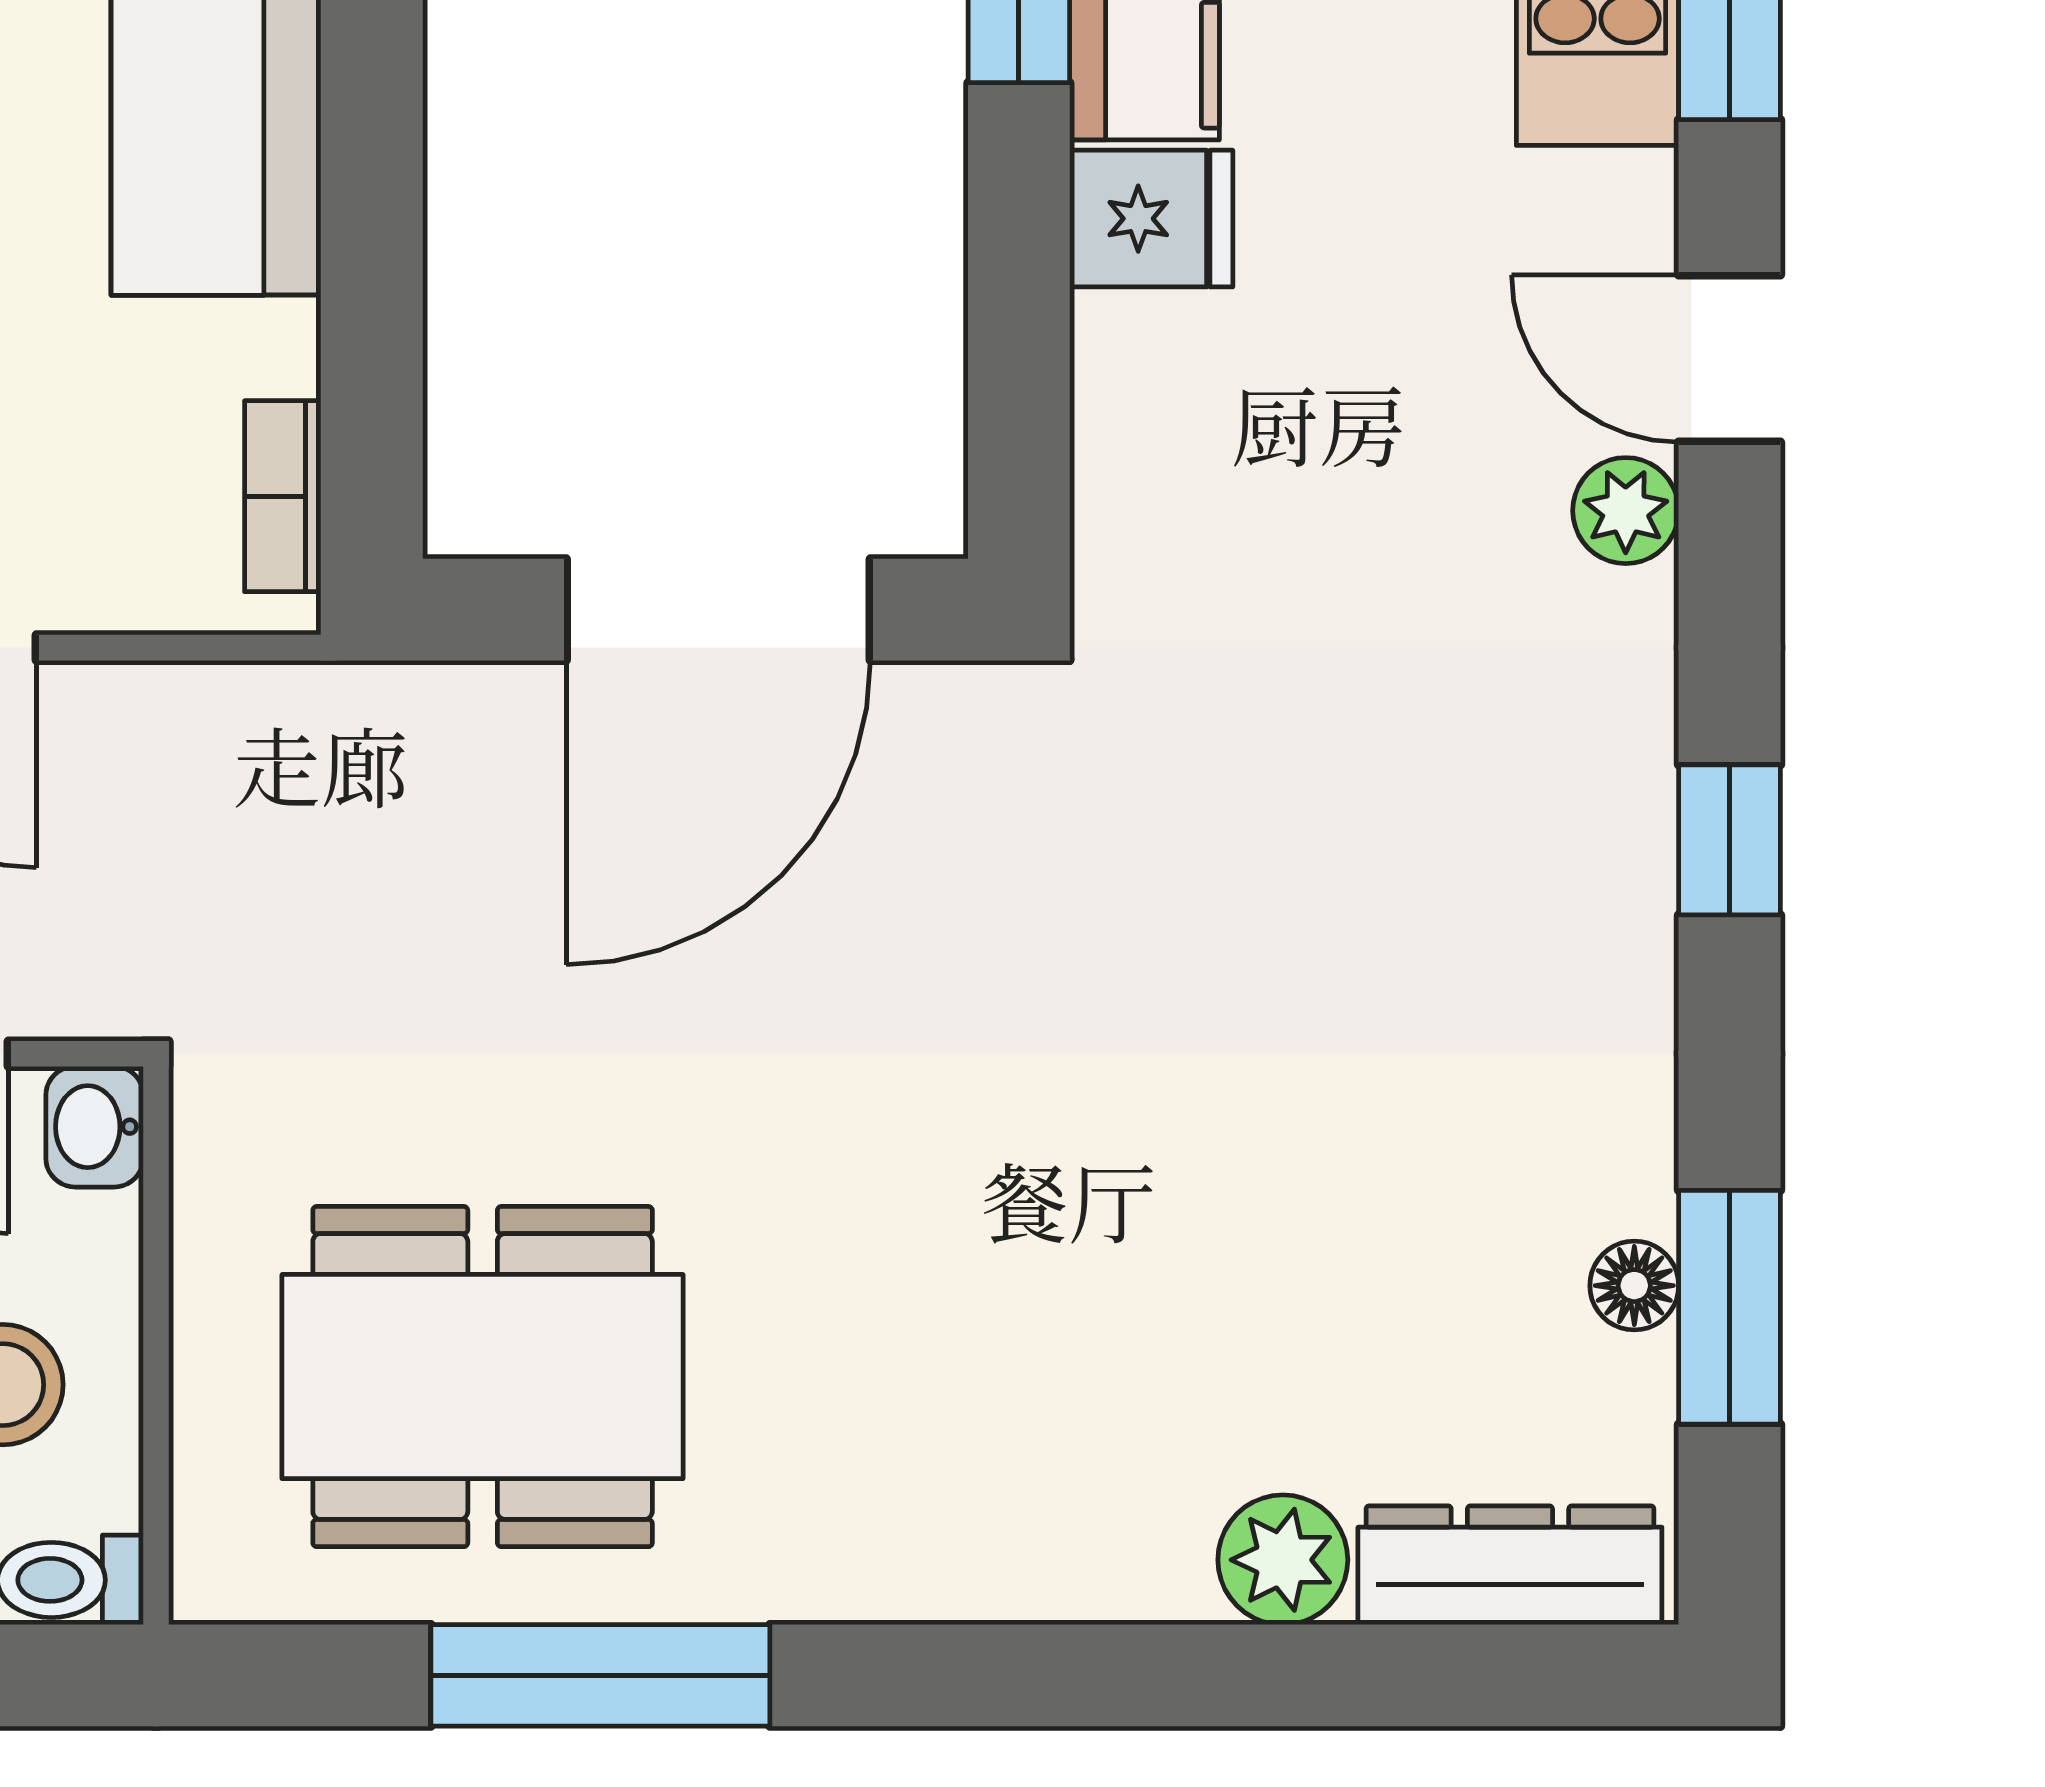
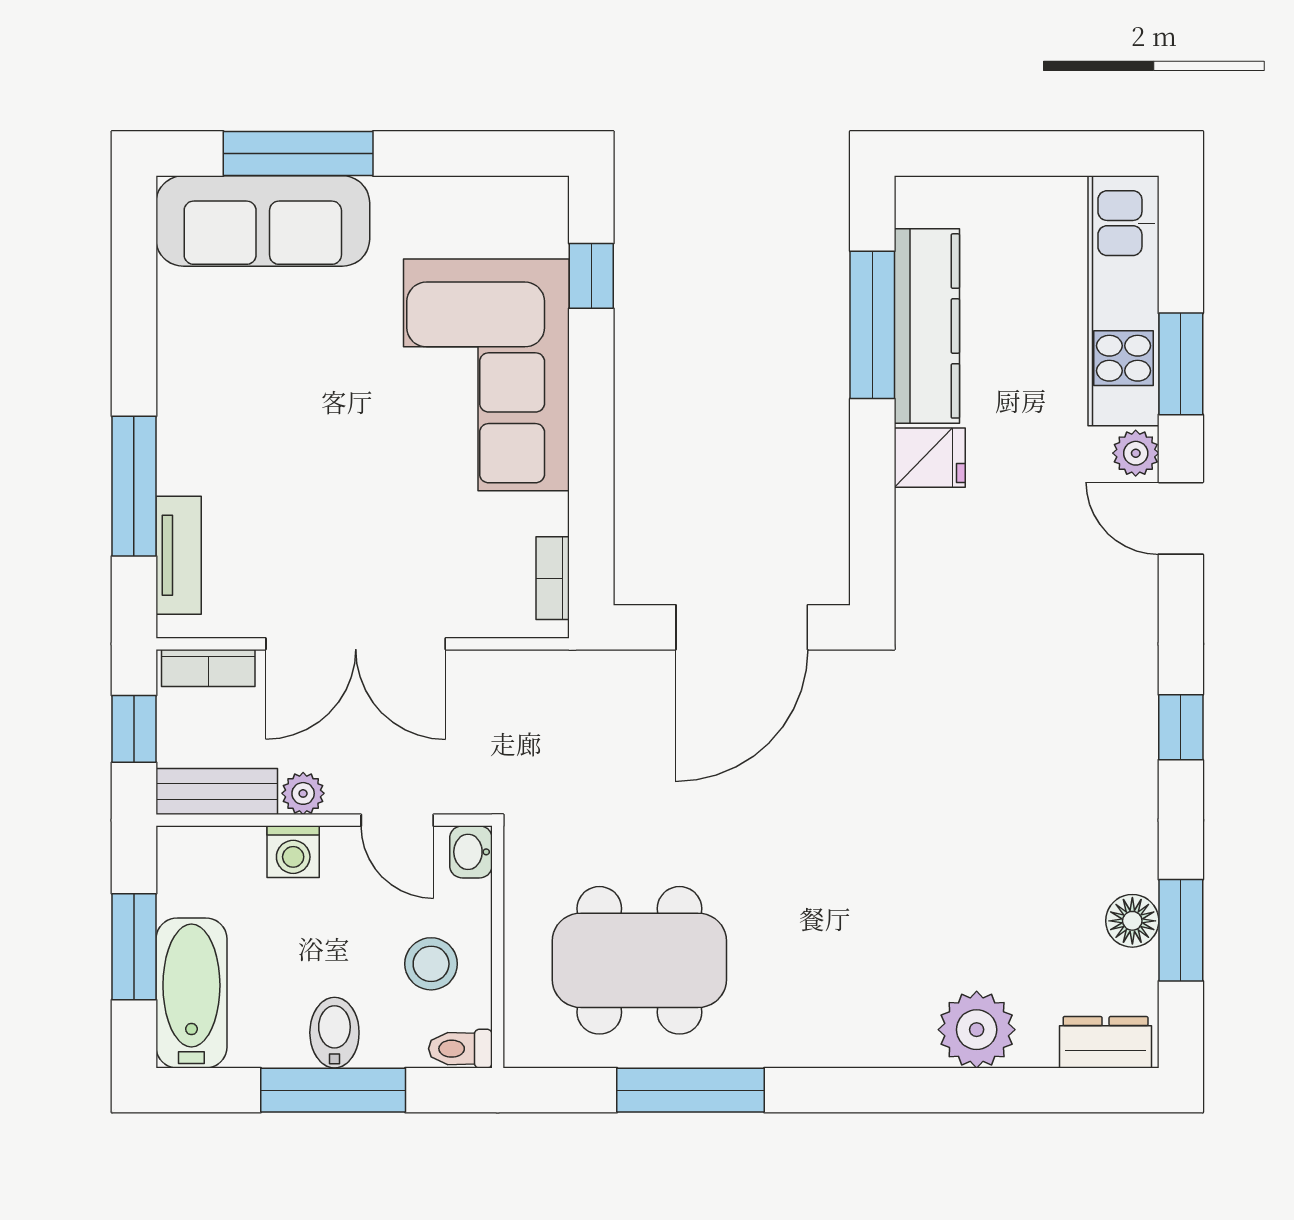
plant: (1626, 511) -> (1136, 453), moved
floor lamp: (1634, 1286) -> (1132, 921), width x1.37, depth x1.37
plant: (1283, 1560) -> (977, 1030), width x1.36, depth x1.36
dresser: (1510, 1565) -> (1106, 1042), width x0.70

